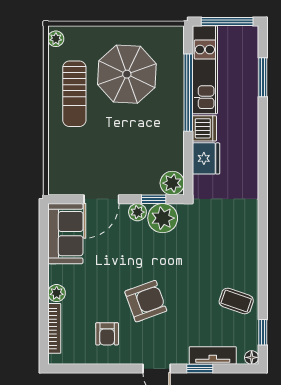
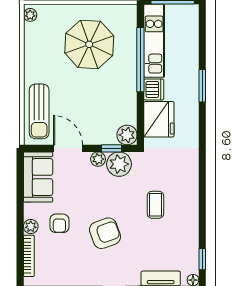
window: (263, 77) -> (202, 86), moved
sun lounger: (74, 94) -> (39, 111), moved
fridge: (206, 158) -> (159, 119), width x1.36, depth x1.34
door: (101, 199) -> (68, 148), swing flipped
coffee table: (236, 301) -> (155, 205), moved, turned 71
armchair: (107, 334) -> (59, 223), moved

